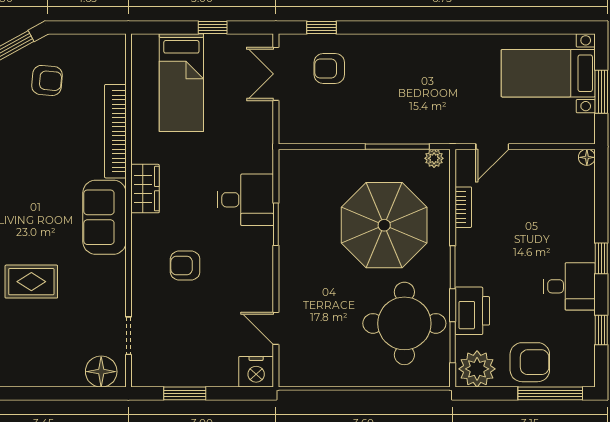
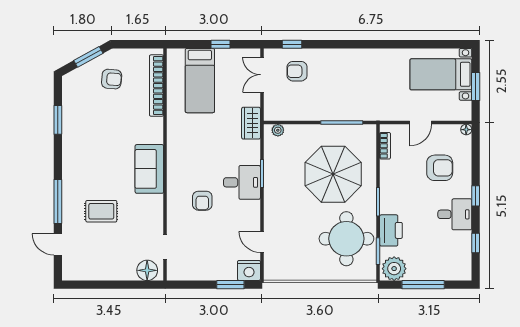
bookcase: (115, 131) -> (156, 86), moved
door: (492, 147) -> (421, 123), moved
plant: (434, 158) -> (278, 130), moved
wardrobe: (145, 189) -> (251, 123), moved, turned 180
desk: (245, 200) -> (242, 182), moved
bookcase: (463, 207) -> (385, 146), moved
armchair: (185, 265) -> (202, 201), turned -90
armchair: (530, 362) -> (440, 168), moved
window: (185, 393) -> (230, 285), moved
window: (550, 393) -> (423, 285), moved

